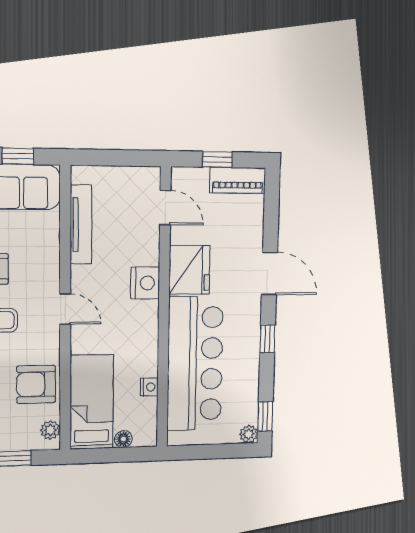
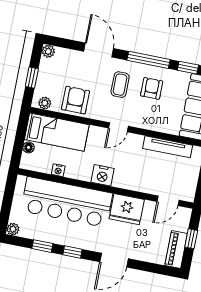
nightstand: (145, 283) -> (102, 175), moved
window: (265, 416) -> (42, 246), moved

